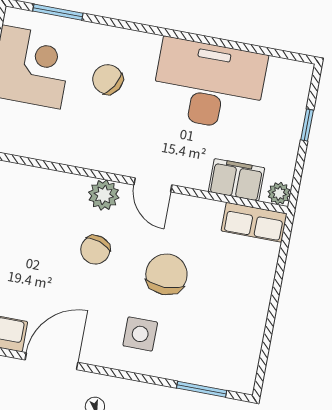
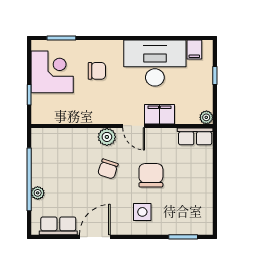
filing cabinet: (280, 74) -> (194, 50), added
chair: (108, 79) -> (97, 71), turned 149
filing cabinet: (236, 180) -> (159, 114), moved

